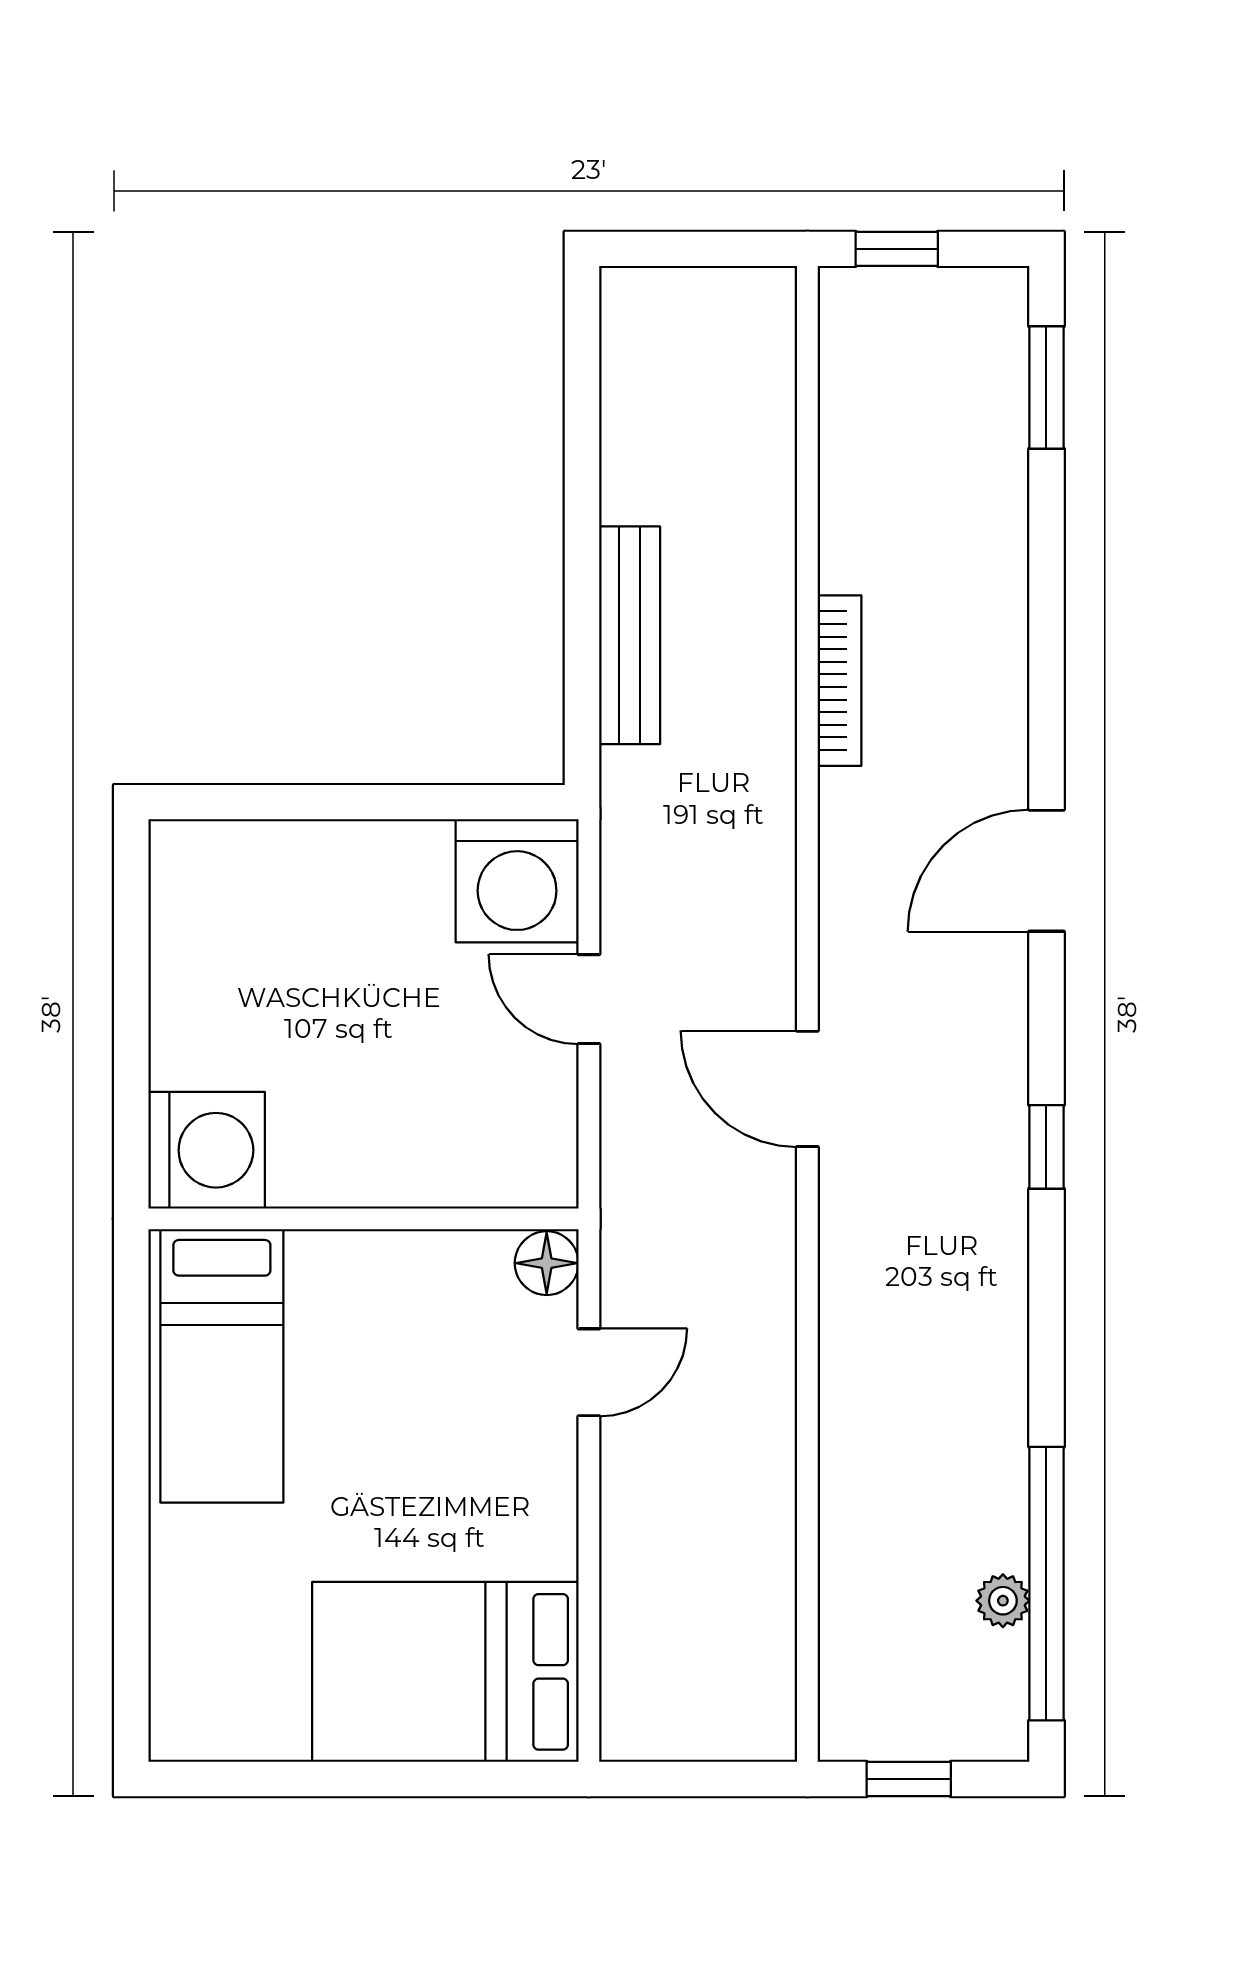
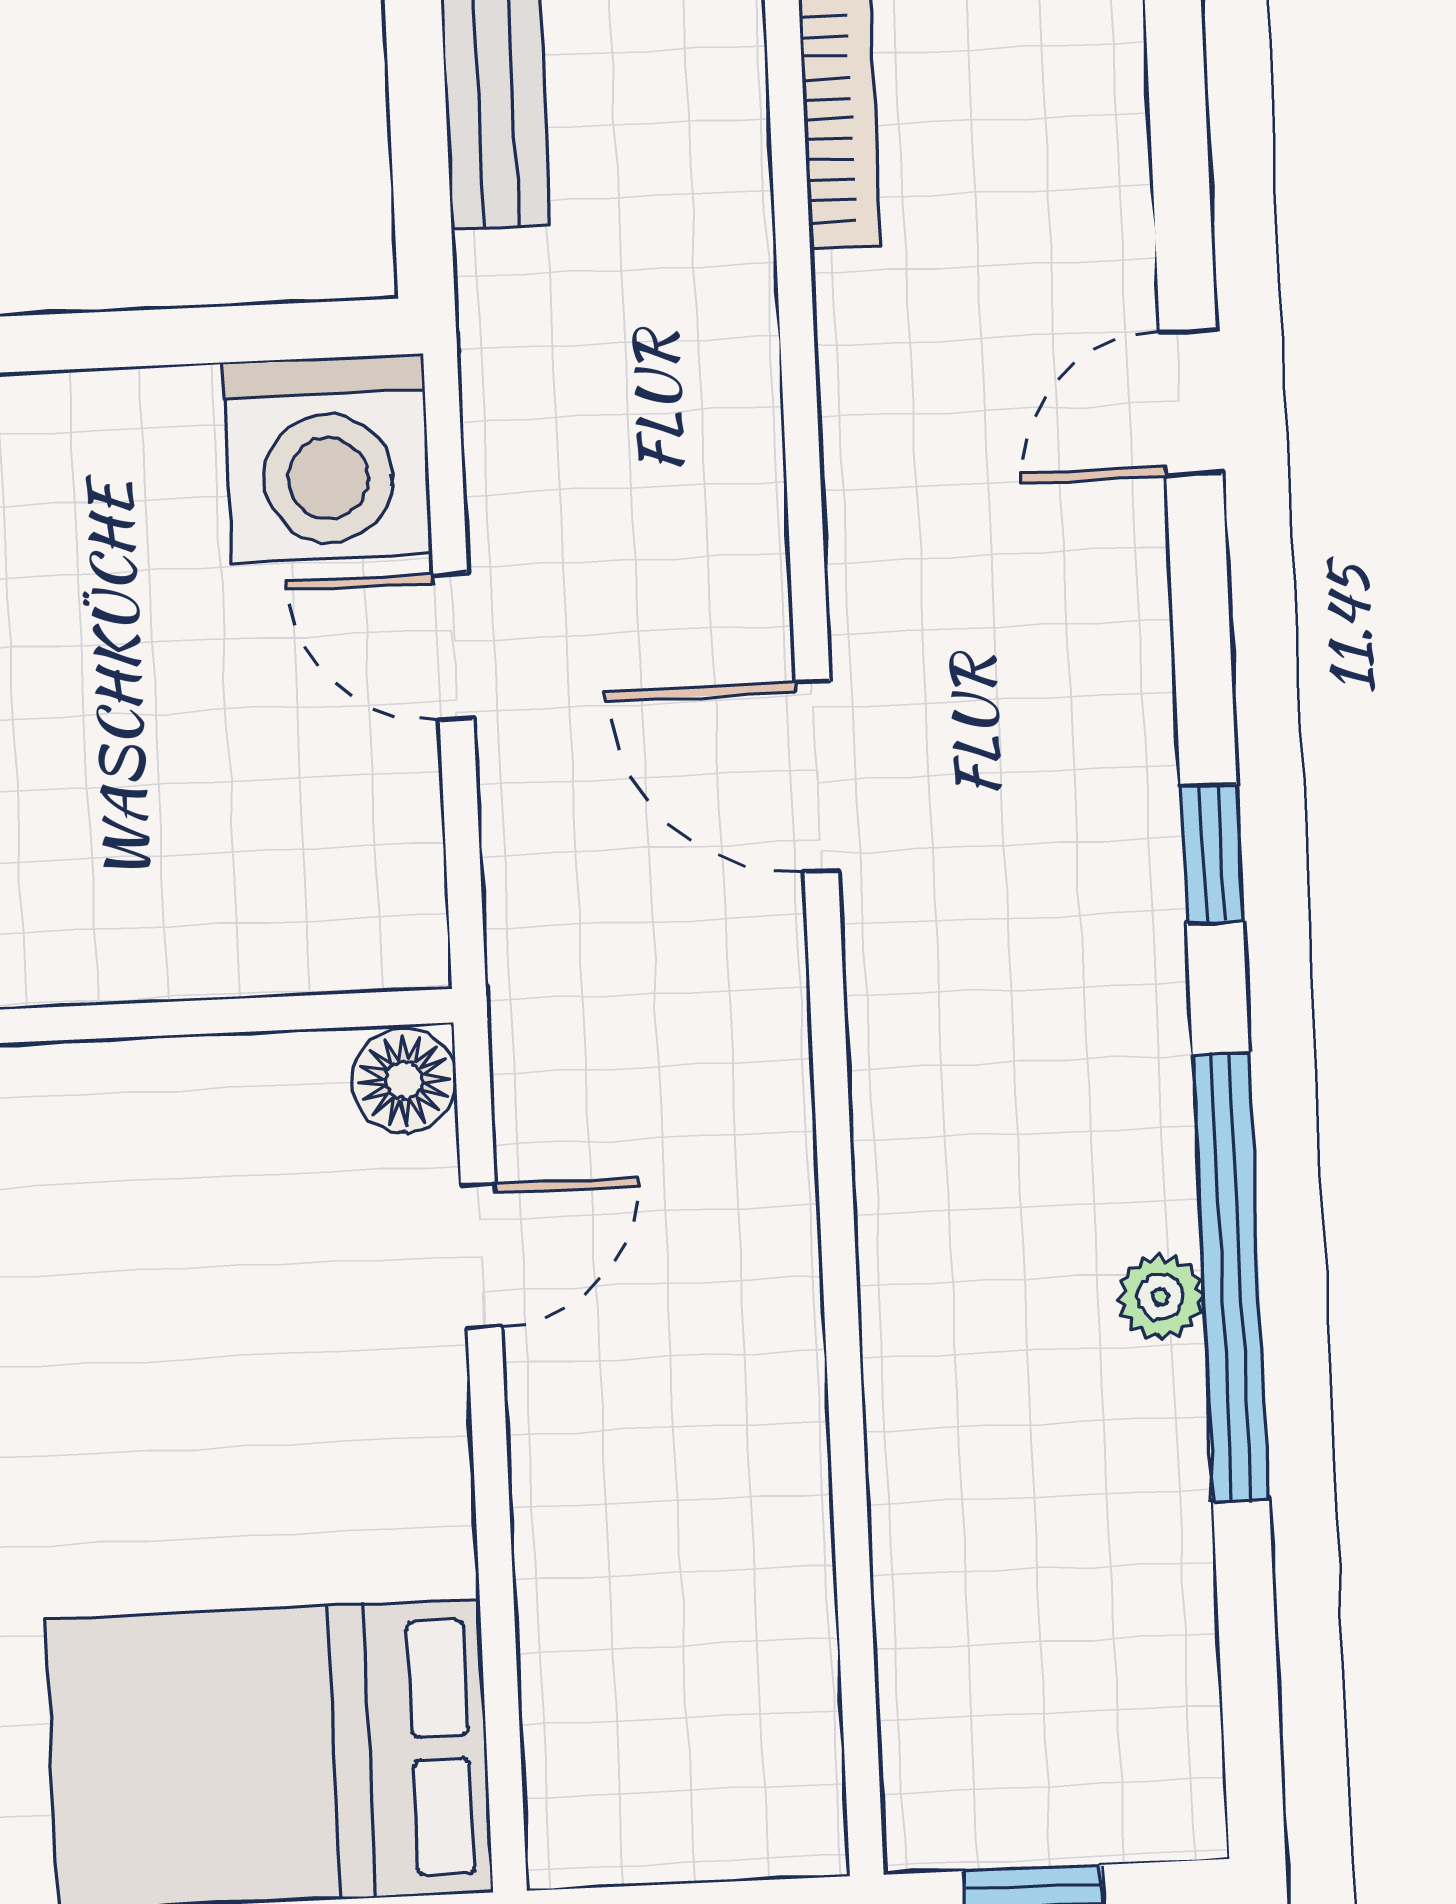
door: (1046, 871) -> (1191, 402), width x0.73
window: (1046, 1584) -> (1231, 1277), moved
plant: (1003, 1601) -> (1160, 1297), moved

